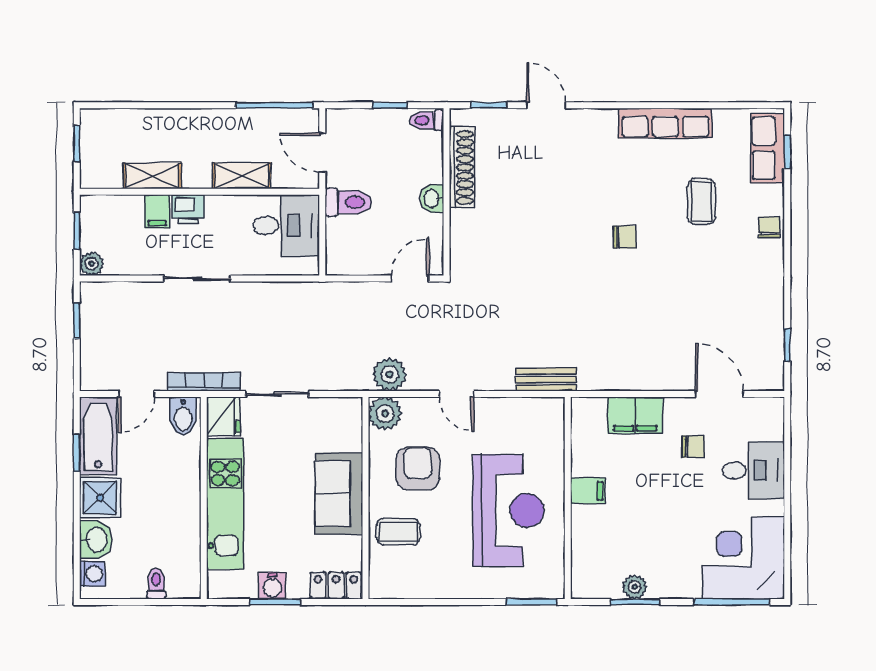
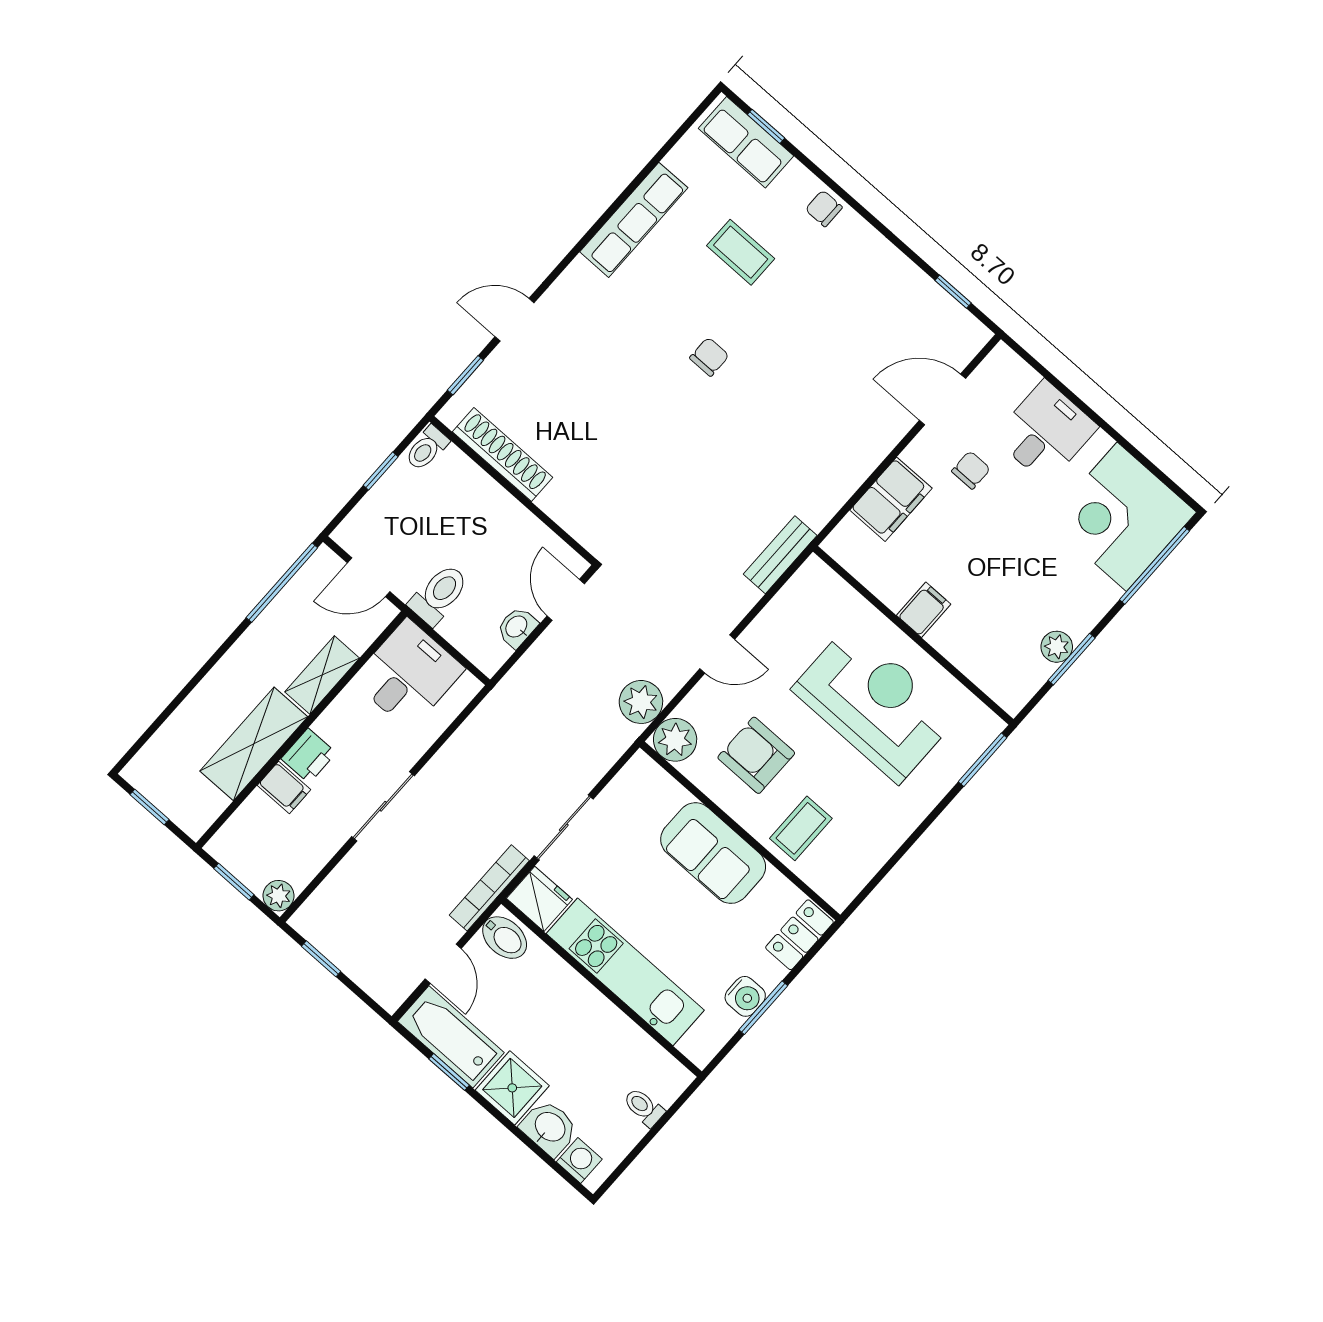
shelving: (152, 176) -> (254, 744), width x1.50, depth x1.33
washbasin: (432, 198) -> (517, 627), moved, turned 90

